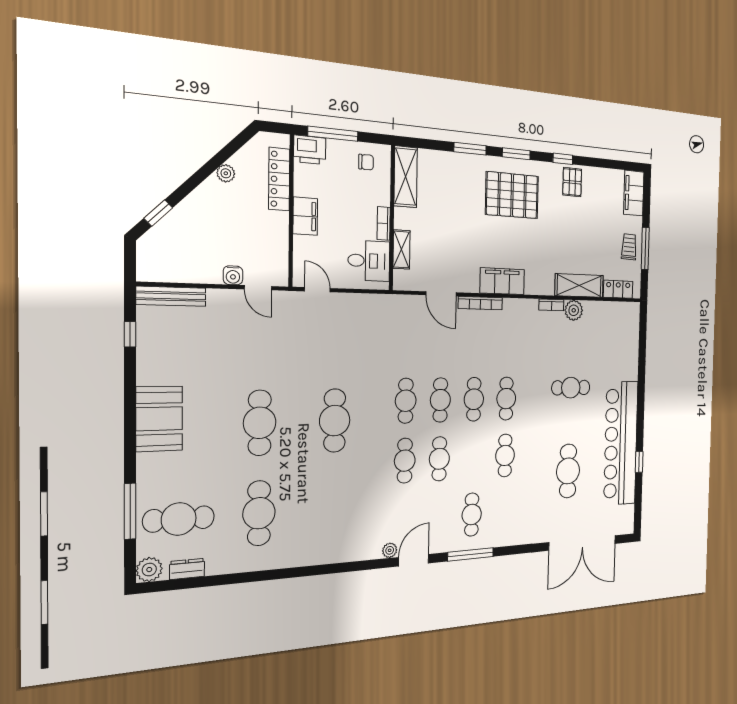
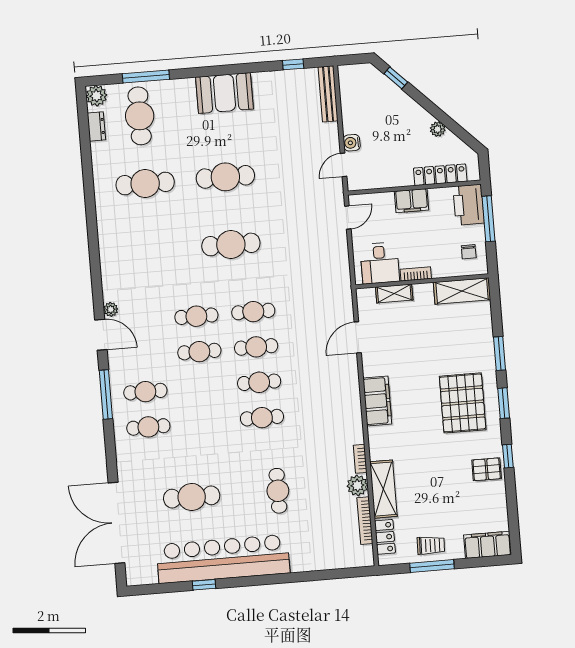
printer: (310, 150) -> (469, 205), width x1.37, depth x1.19
bookcase: (480, 303) -> (365, 521), moved
cafe table: (505, 455) -> (148, 427), moved

